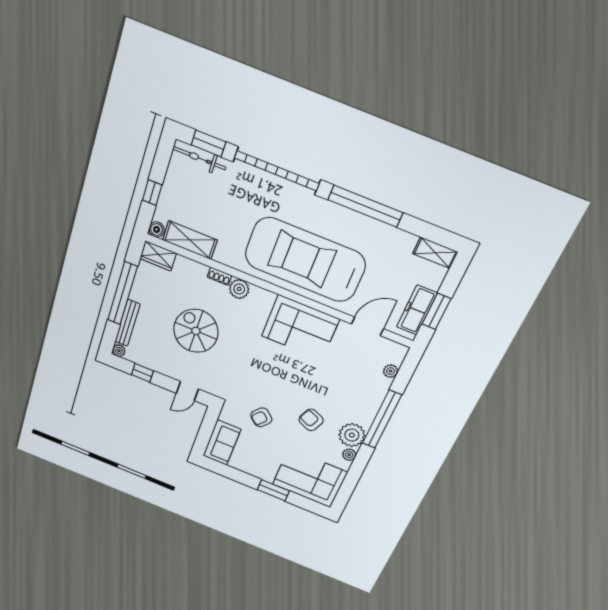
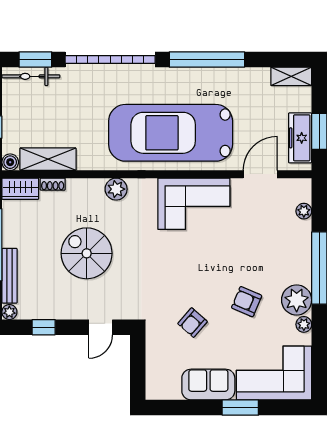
shoe rack: (219, 276) -> (53, 184), moved
sofa: (222, 443) -> (208, 385), moved, turned -90

